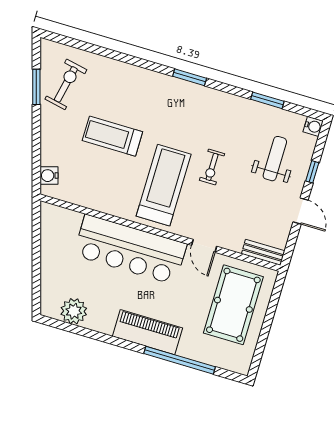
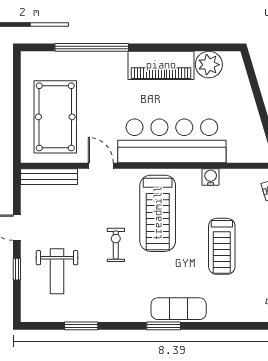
exercise mat: (171, 89) -> (179, 309), added
water cooler: (313, 126) -> (211, 177), moved, turned 90
treadmill: (112, 136) -> (222, 246), turned 90
bench: (263, 252) -> (49, 177), width x1.36
piano: (147, 332) -> (161, 65), moved

